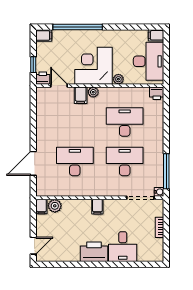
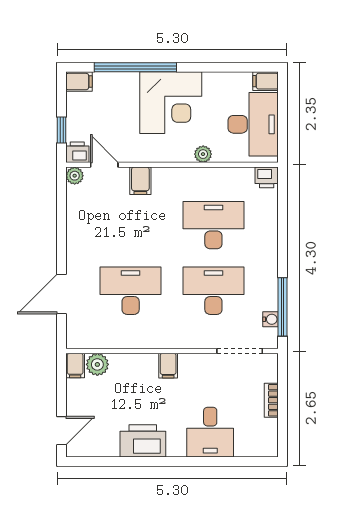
corner desk: (94, 66) -> (171, 103), moved, turned 180
plant: (93, 92) -> (75, 176), moved
water cooler: (159, 192) -> (271, 319), moved
printer: (94, 252) -> (143, 441), moved

